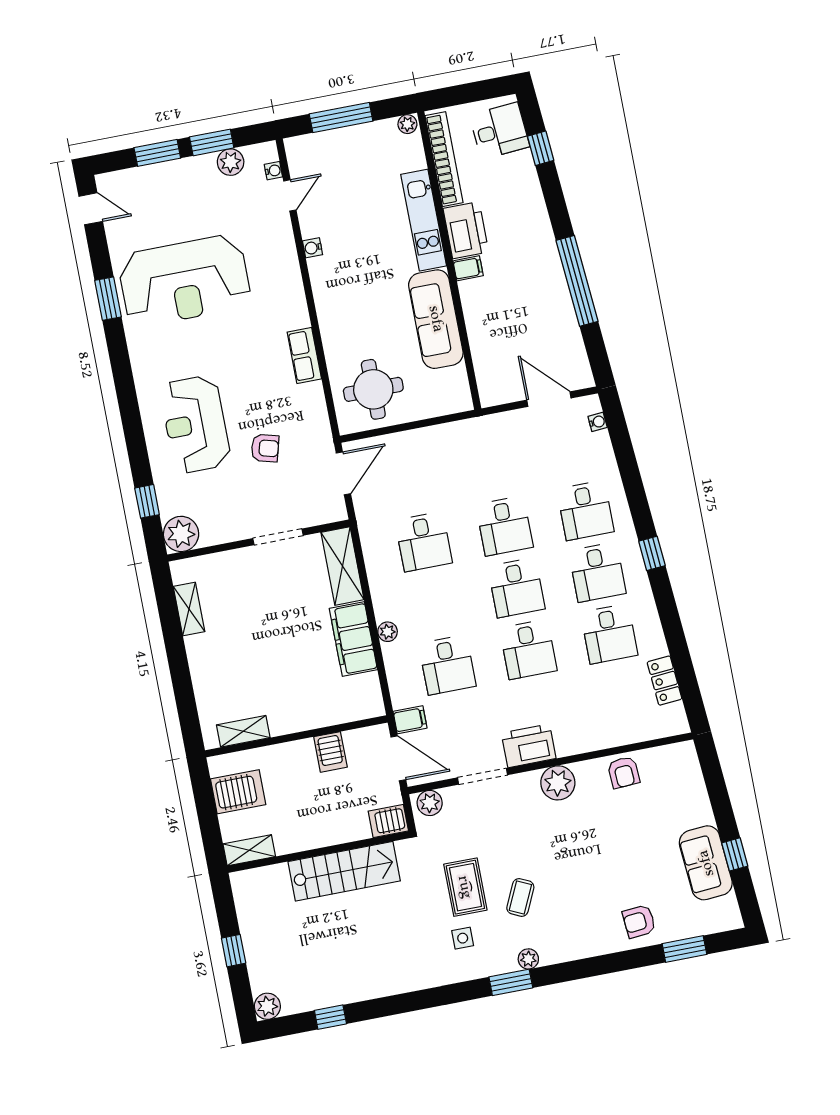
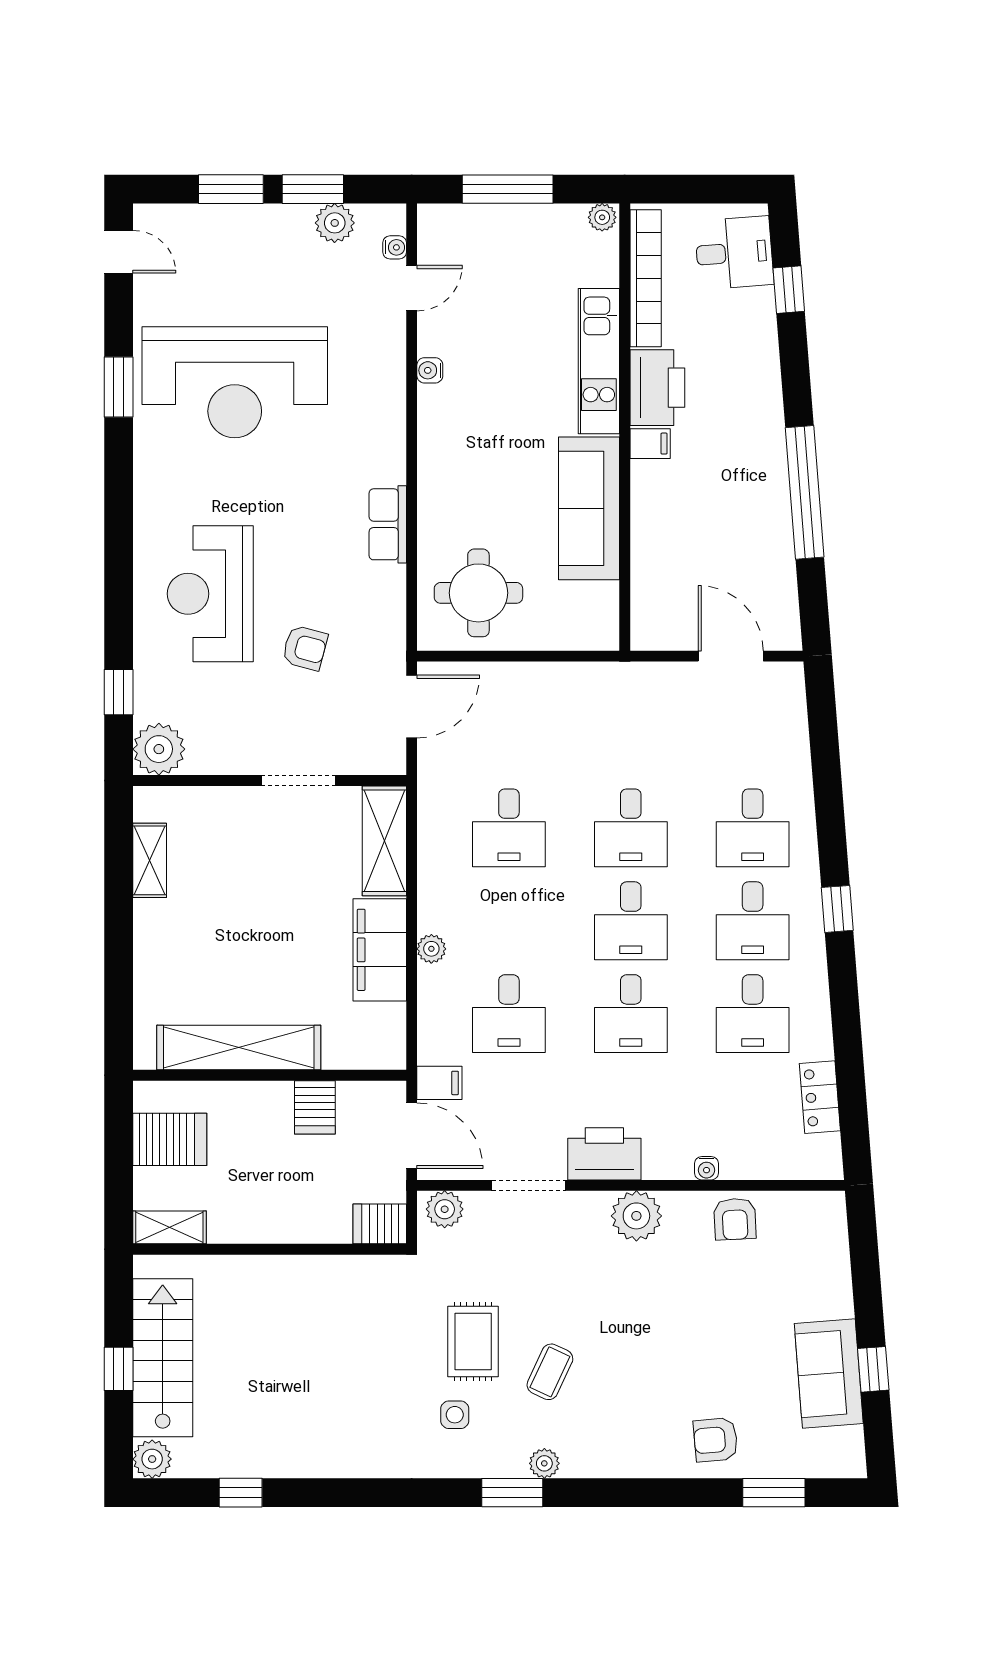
water cooler: (598, 422) -> (706, 1168), moved, turned 94
shelving: (243, 731) -> (239, 1048), width x2.20, depth x1.33
stairs: (344, 871) -> (163, 1358), moved, turned -90

